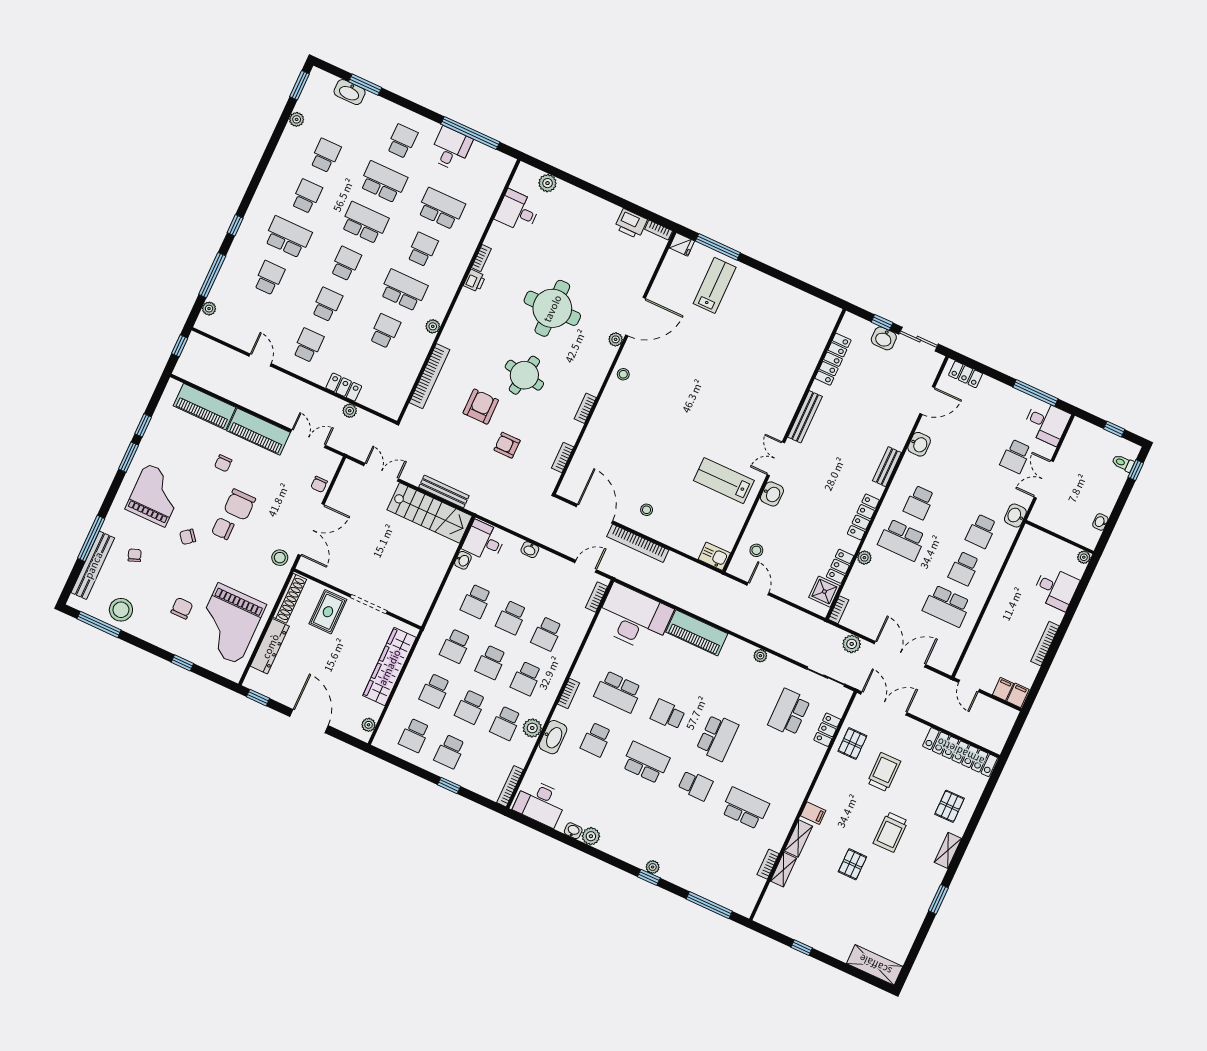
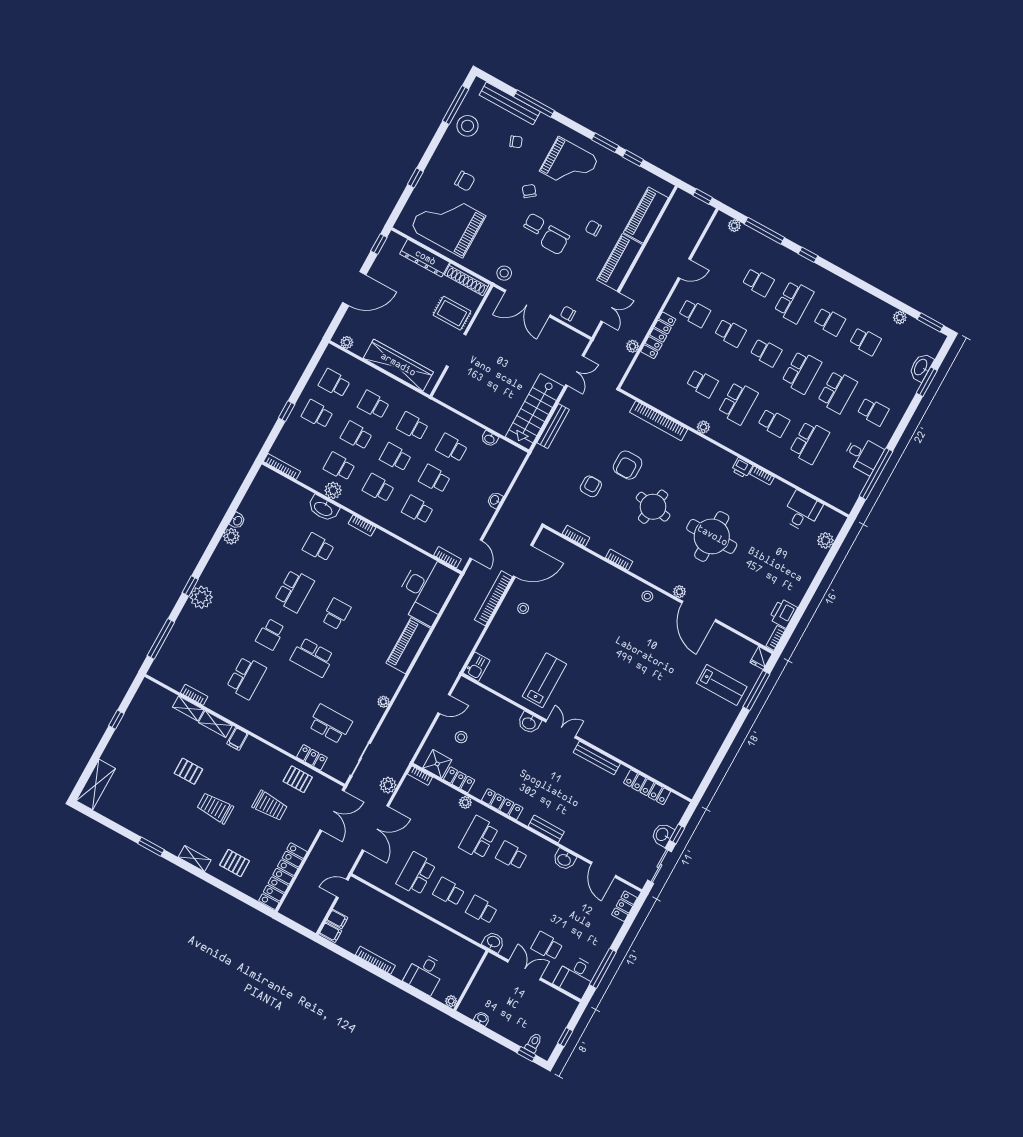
locker: (344, 387) -> (658, 335), width x1.53
armchair: (481, 407) -> (628, 465), turned 90
chair: (240, 505) -> (555, 240), turned -90
desk: (484, 541) -> (505, 459), removed
stool: (756, 550) -> (461, 737), moved
school desk: (618, 692) -> (360, 570), removed
desk: (540, 803) -> (265, 493), removed
plant: (653, 867) -> (201, 597), width x1.88, depth x1.88

